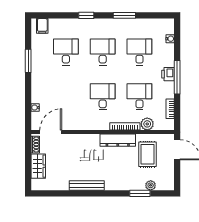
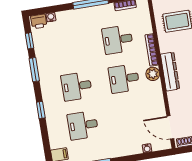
window: (152, 15) -> (30, 41), added
desk: (139, 52) -> (70, 47), removed
printer: (168, 74) -> (39, 21), moved
plant: (147, 124) -> (153, 74), moved
dresser: (118, 140) -> (170, 72), moved

